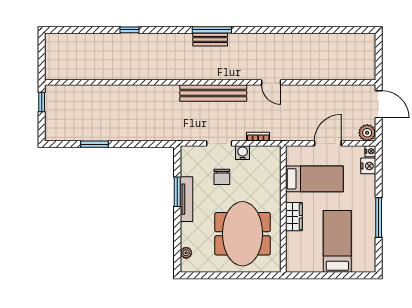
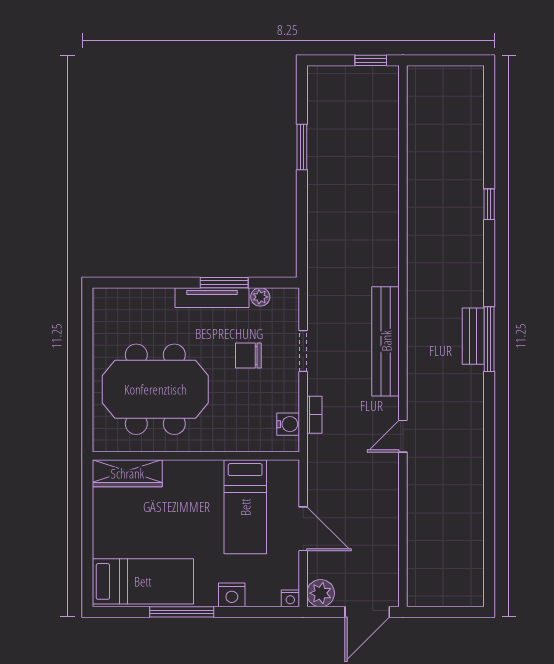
water cooler: (243, 153) -> (288, 424), moved
nightstand: (368, 166) -> (232, 595), moved
wardrobe: (294, 217) -> (127, 473), moved, width x1.50
bed: (337, 241) -> (143, 581), moved
plant: (186, 253) -> (260, 297), moved

